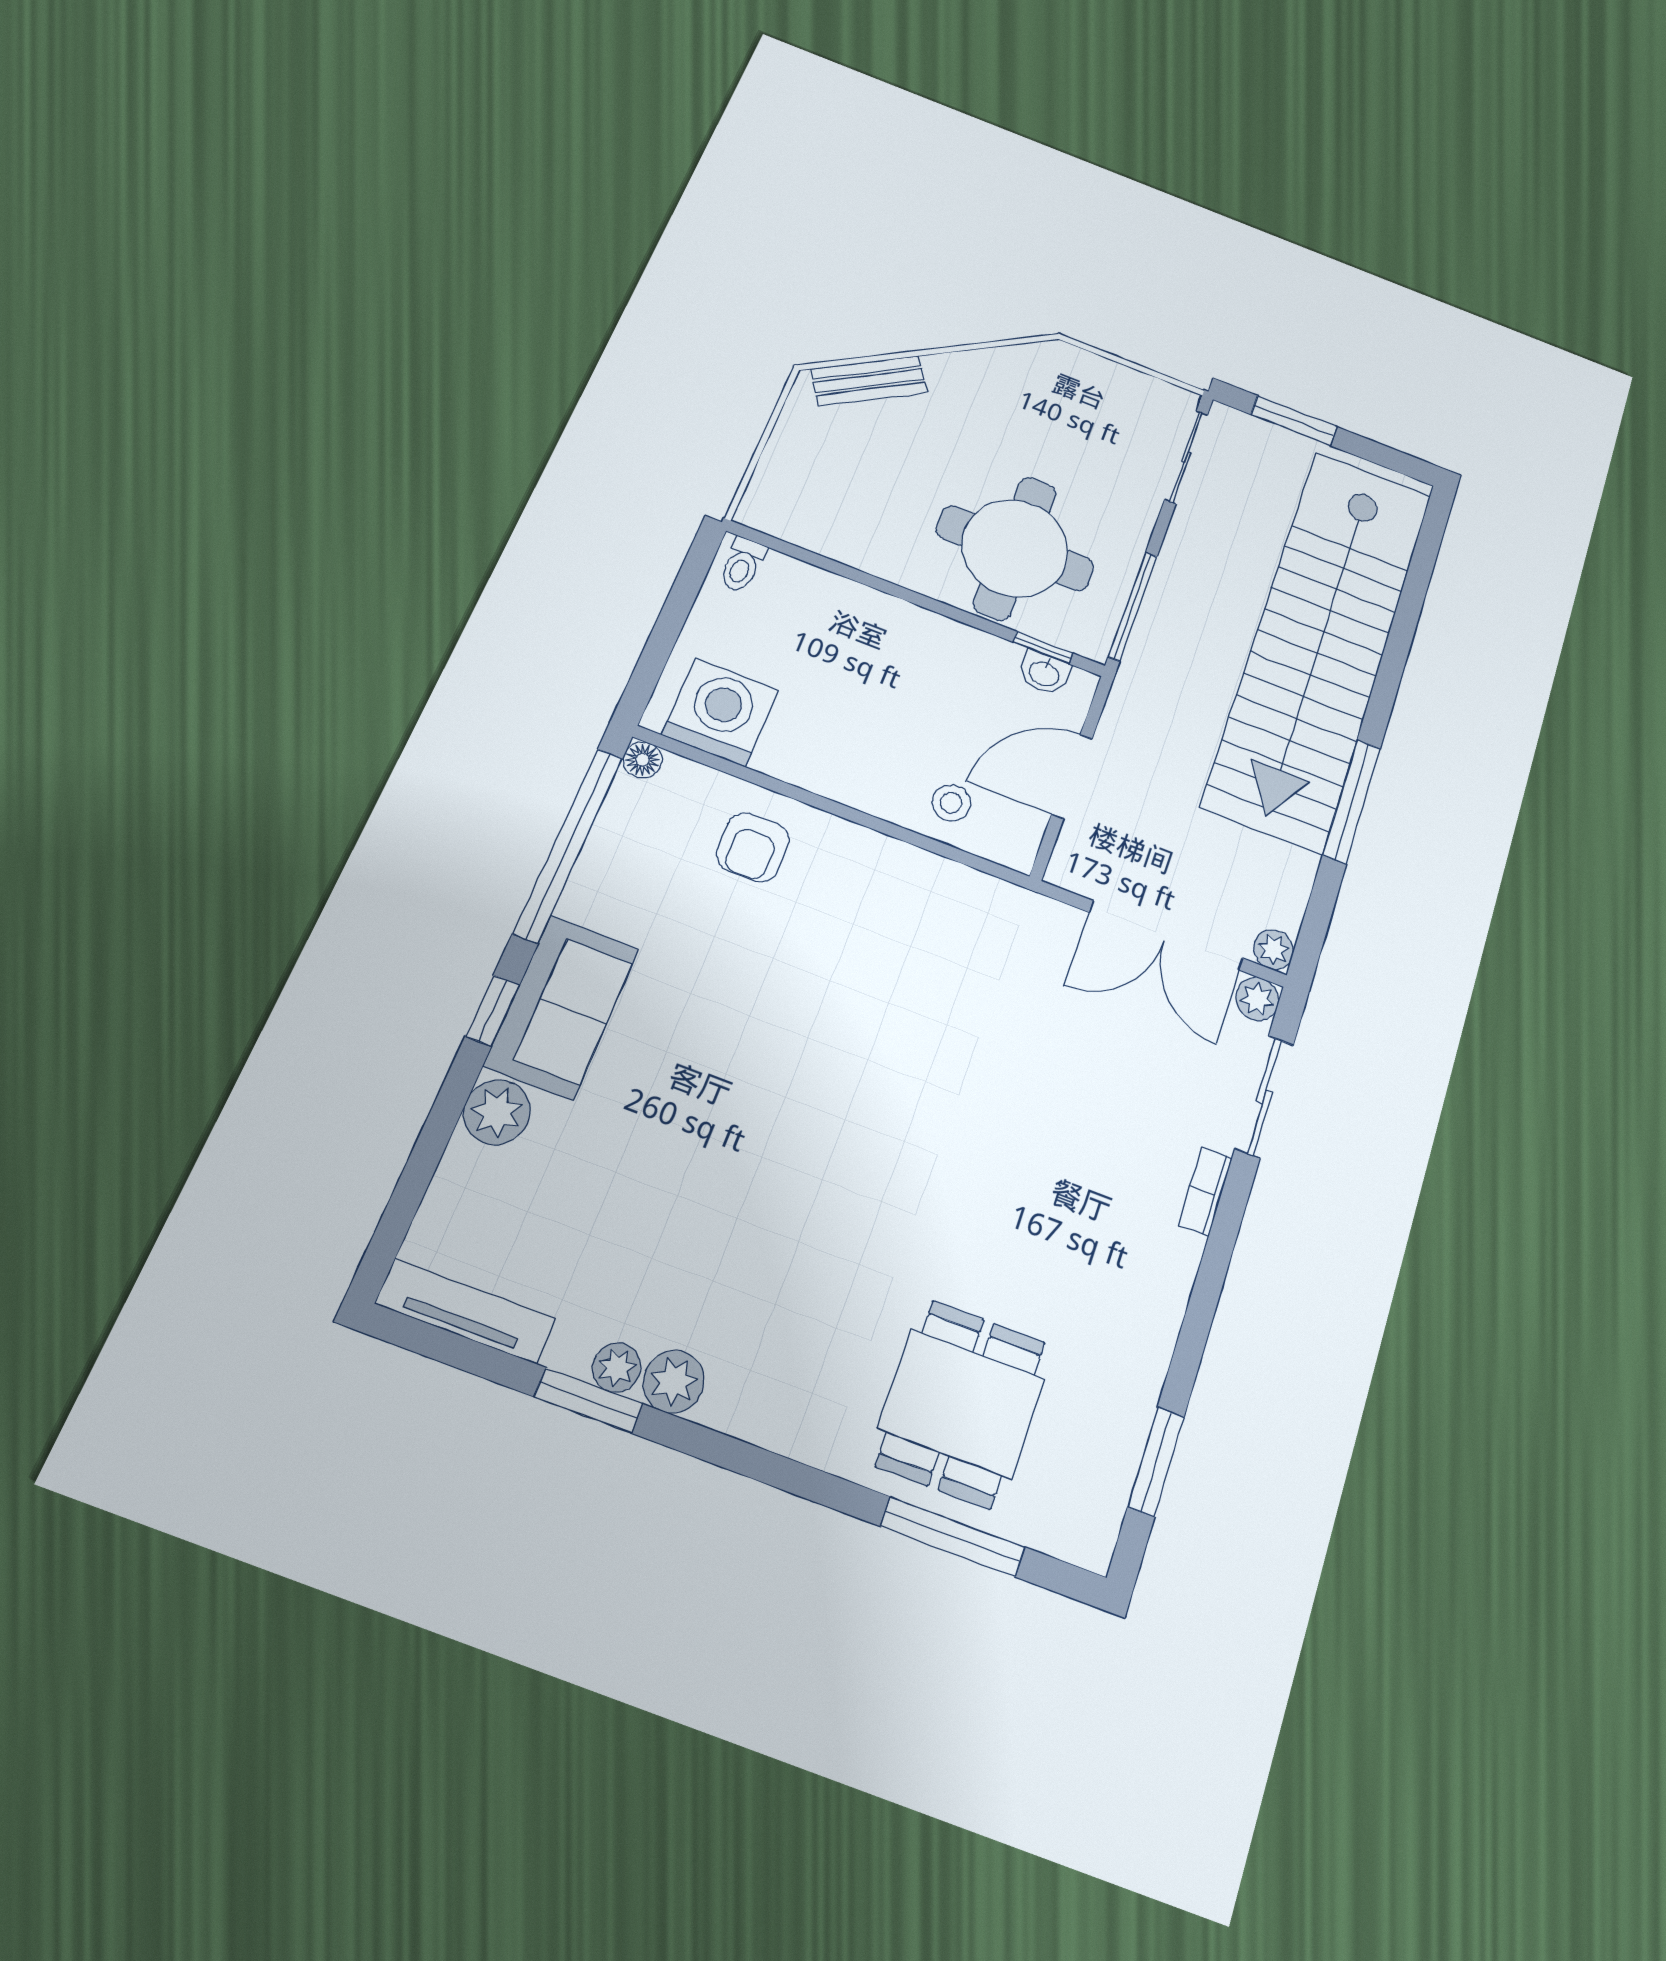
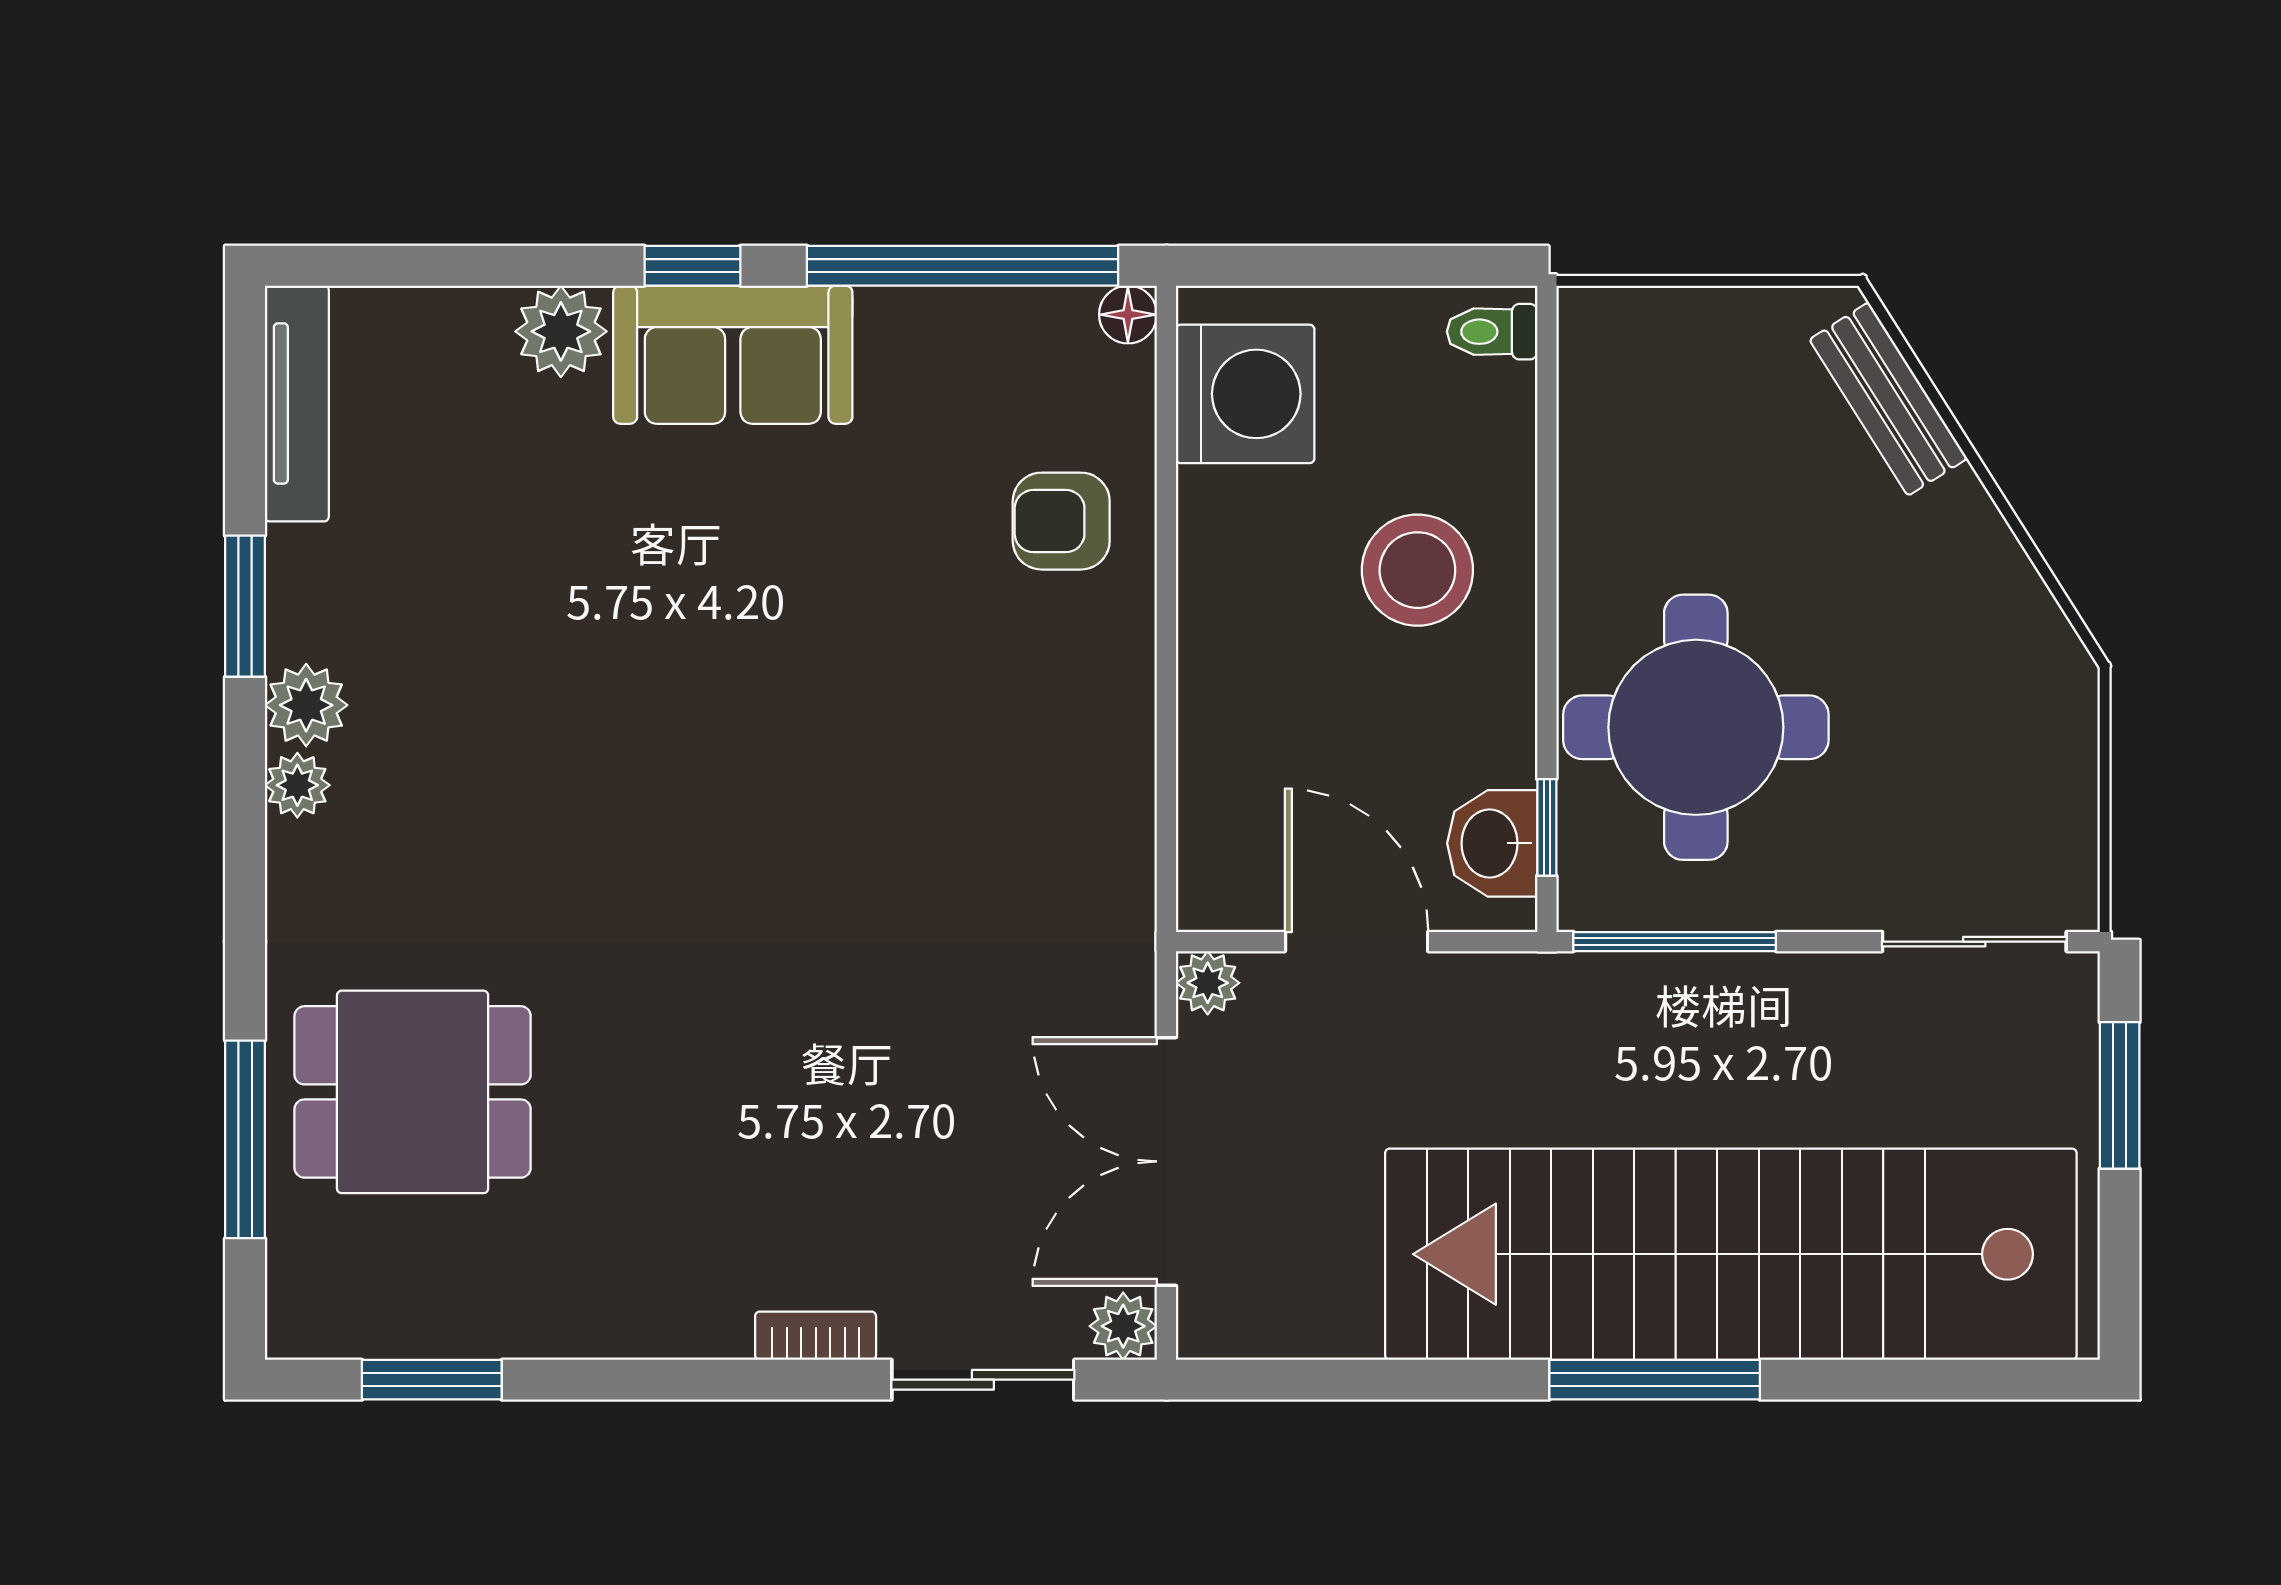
washbasin: (1044, 673) -> (1492, 843), width x1.38, depth x1.45
window: (1352, 801) -> (1655, 1380), moved
stool: (951, 803) -> (1417, 570), moved, width x1.89, depth x1.89
plant: (1274, 950) -> (1208, 983), moved
plant: (617, 1367) -> (297, 785), moved

